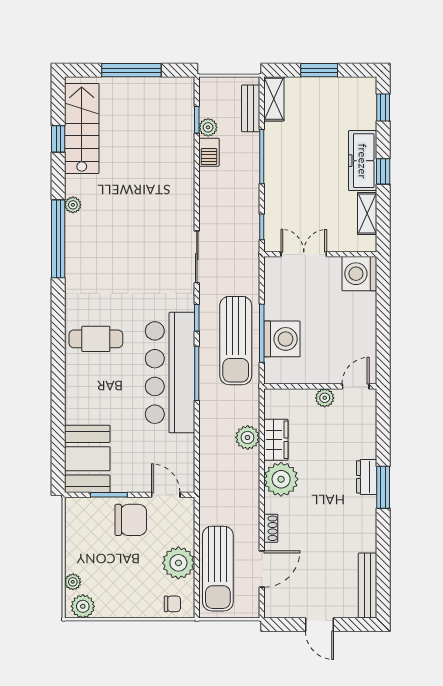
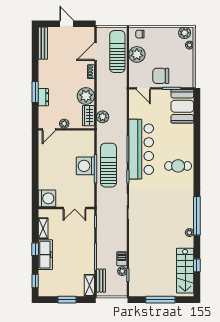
wall: (320, 386) -> (66, 129), moved
door: (356, 386) -> (49, 129), moved
plant: (325, 398) -> (64, 124), moved

